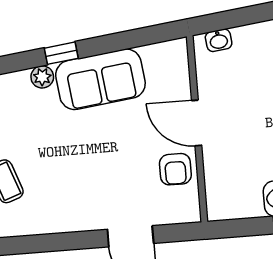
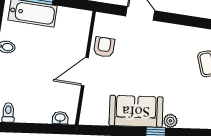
door: (197, 123) -> (85, 72), swing flipped

